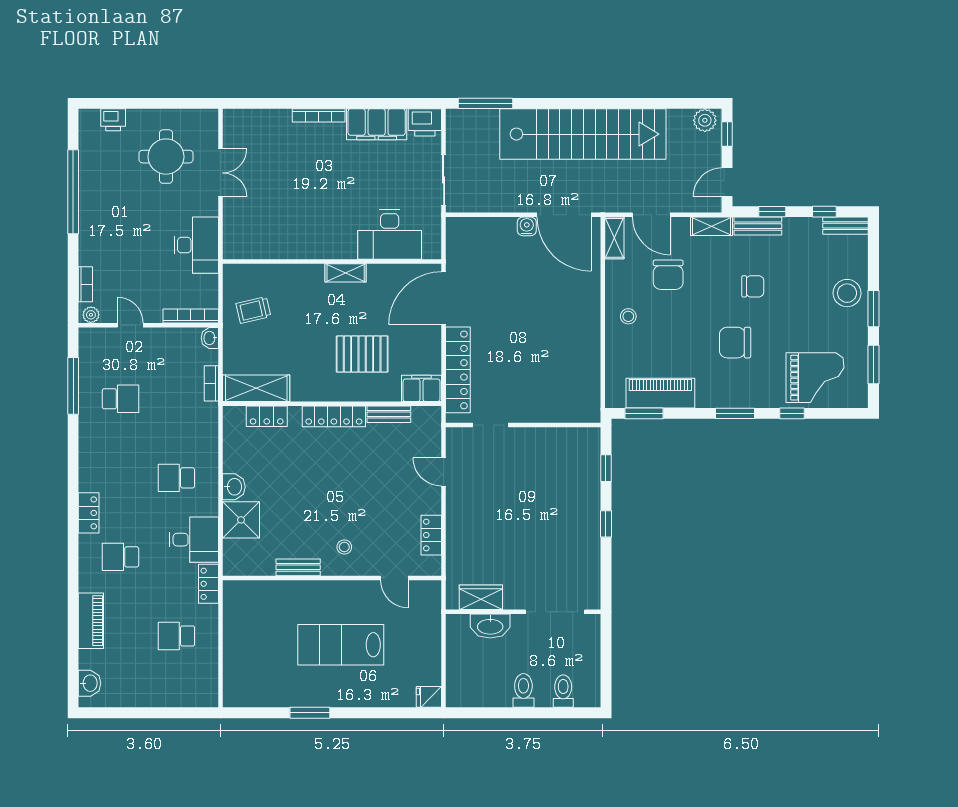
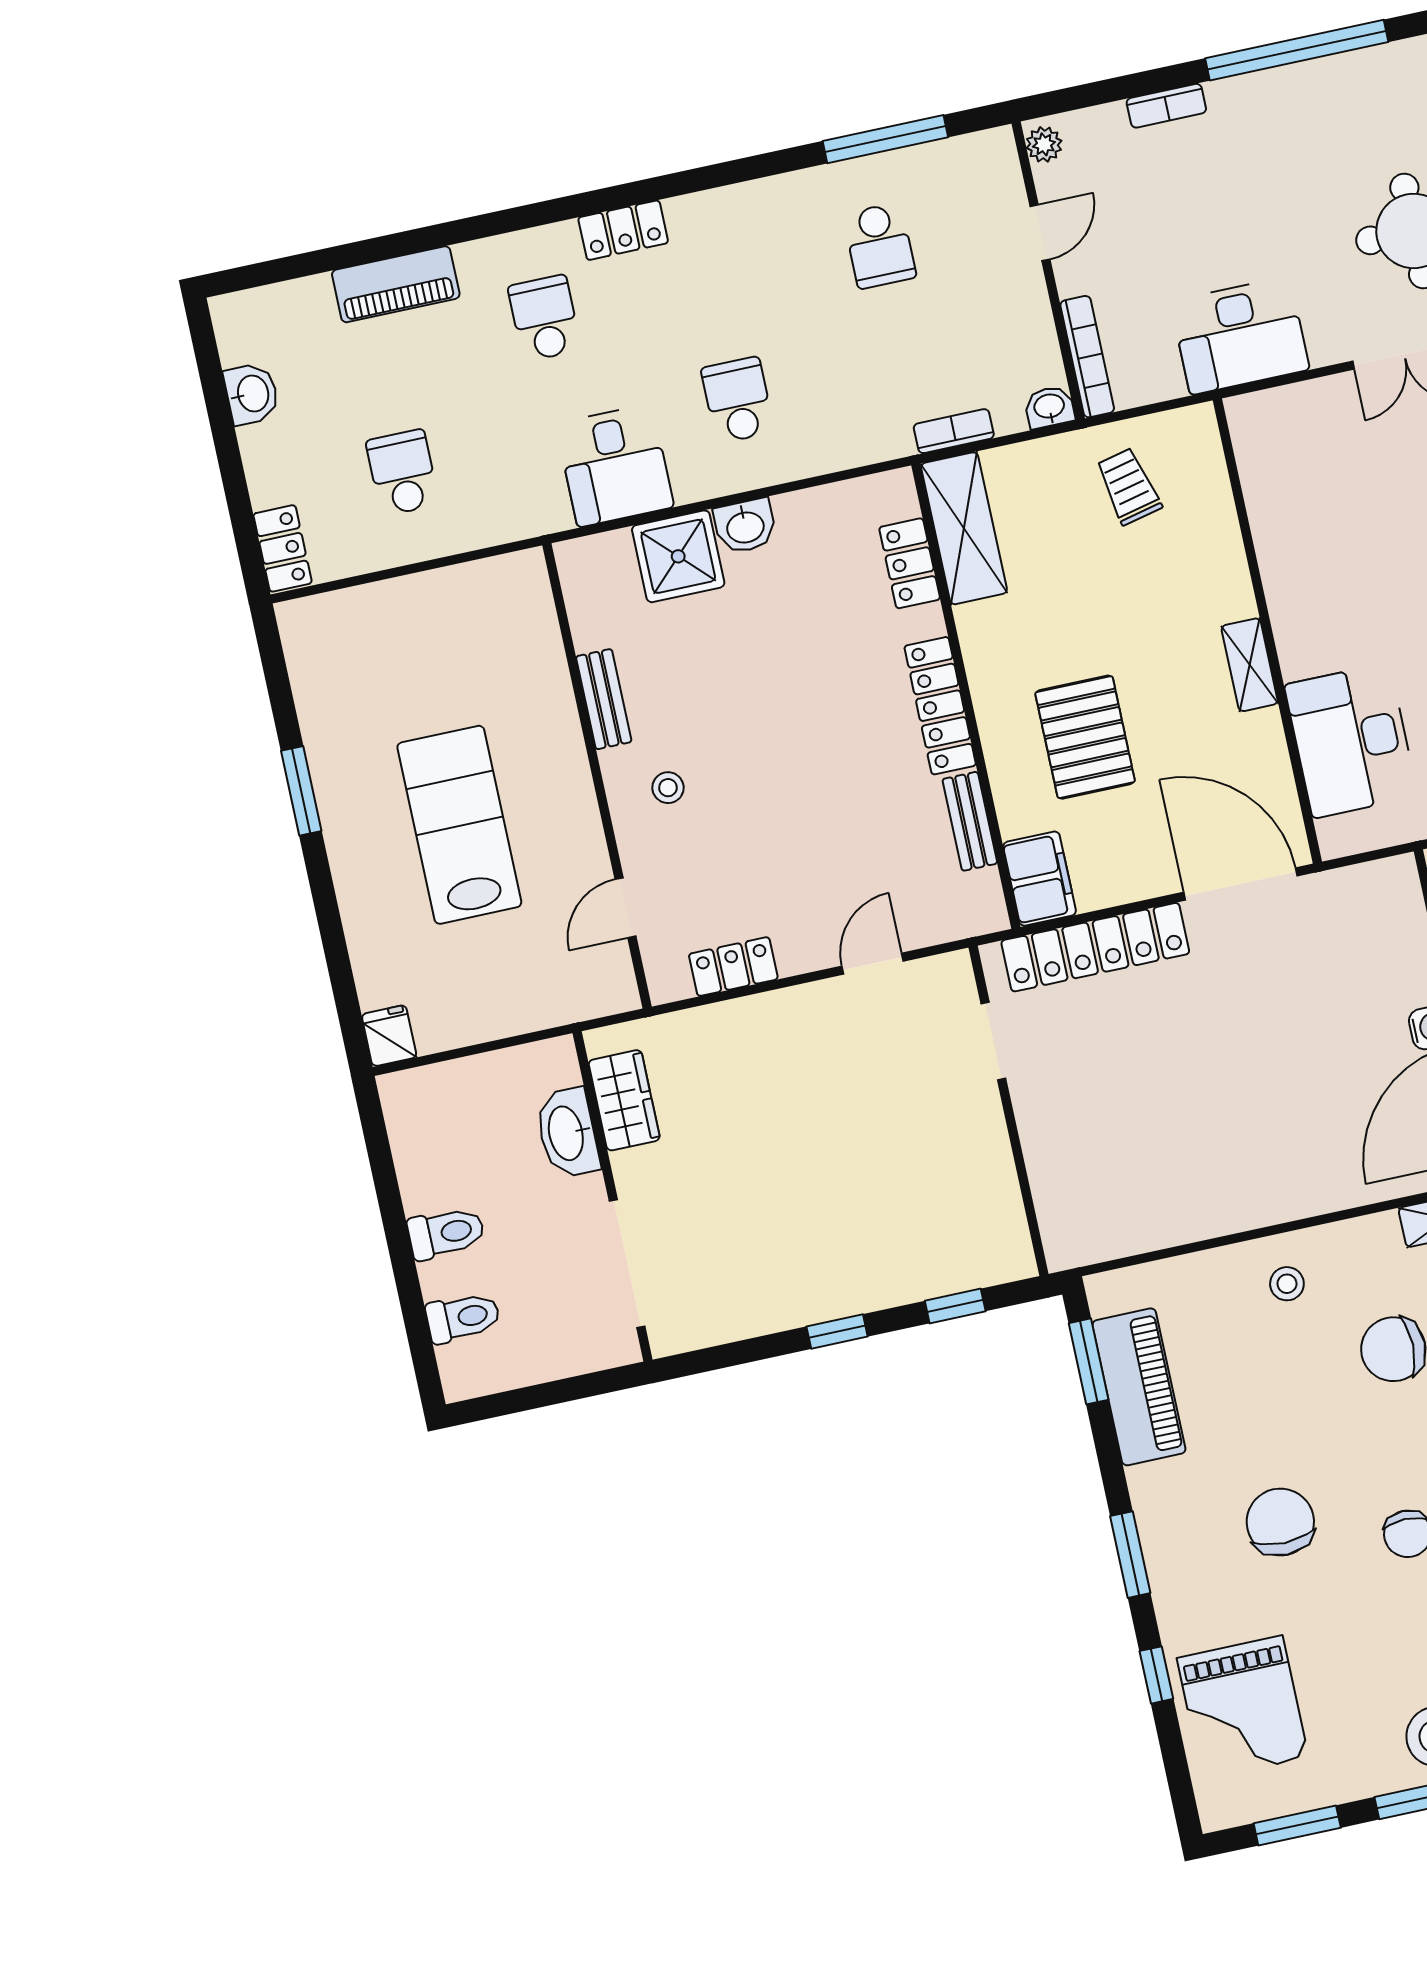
bookcase: (85, 284) -> (1166, 106), moved
locker: (209, 584) -> (283, 548), moved, turned 90
washbasin: (89, 683) -> (252, 394), moved, turned -90

